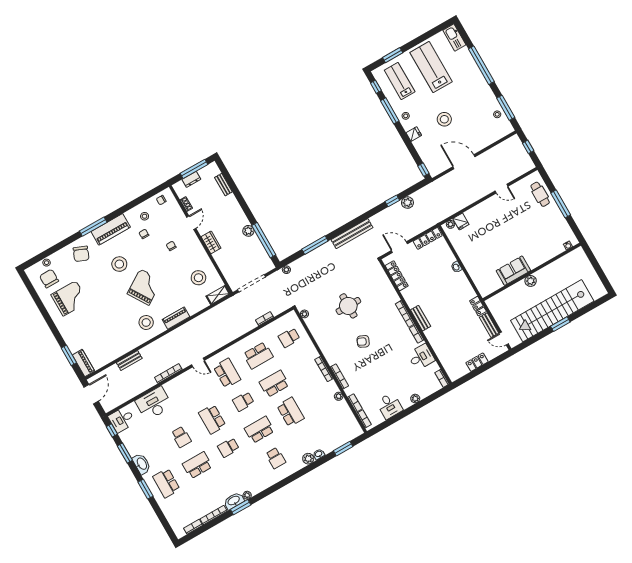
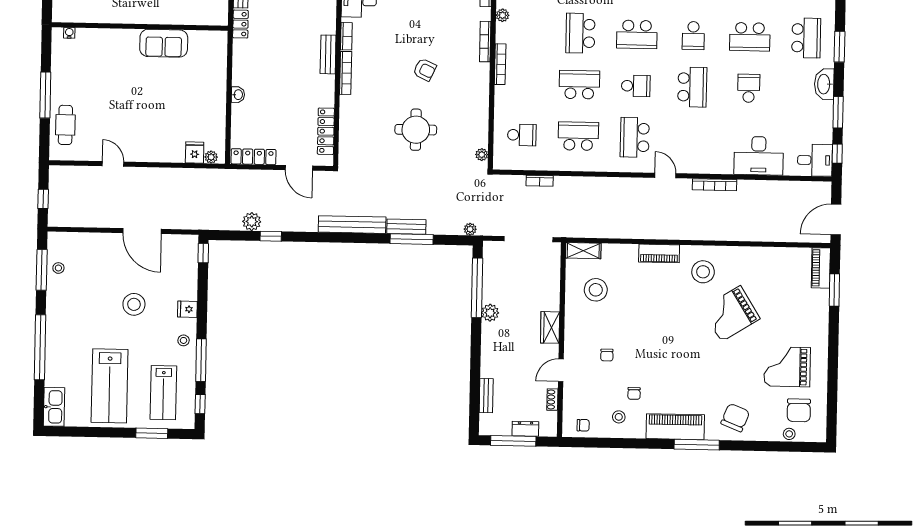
stool: (119, 264) -> (692, 373), removed
plant: (531, 281) -> (149, 15), removed
grand piano: (145, 287) -> (731, 314), moved
bench: (129, 361) -> (406, 227), moved
school desk: (274, 384) -> (579, 85), turned 180
school desk: (228, 447) -> (693, 36), turned 90

